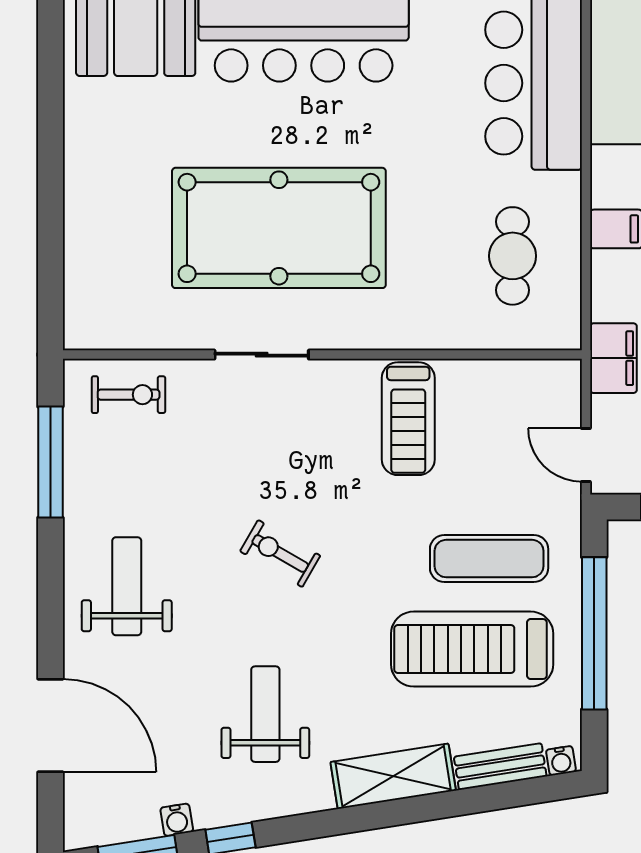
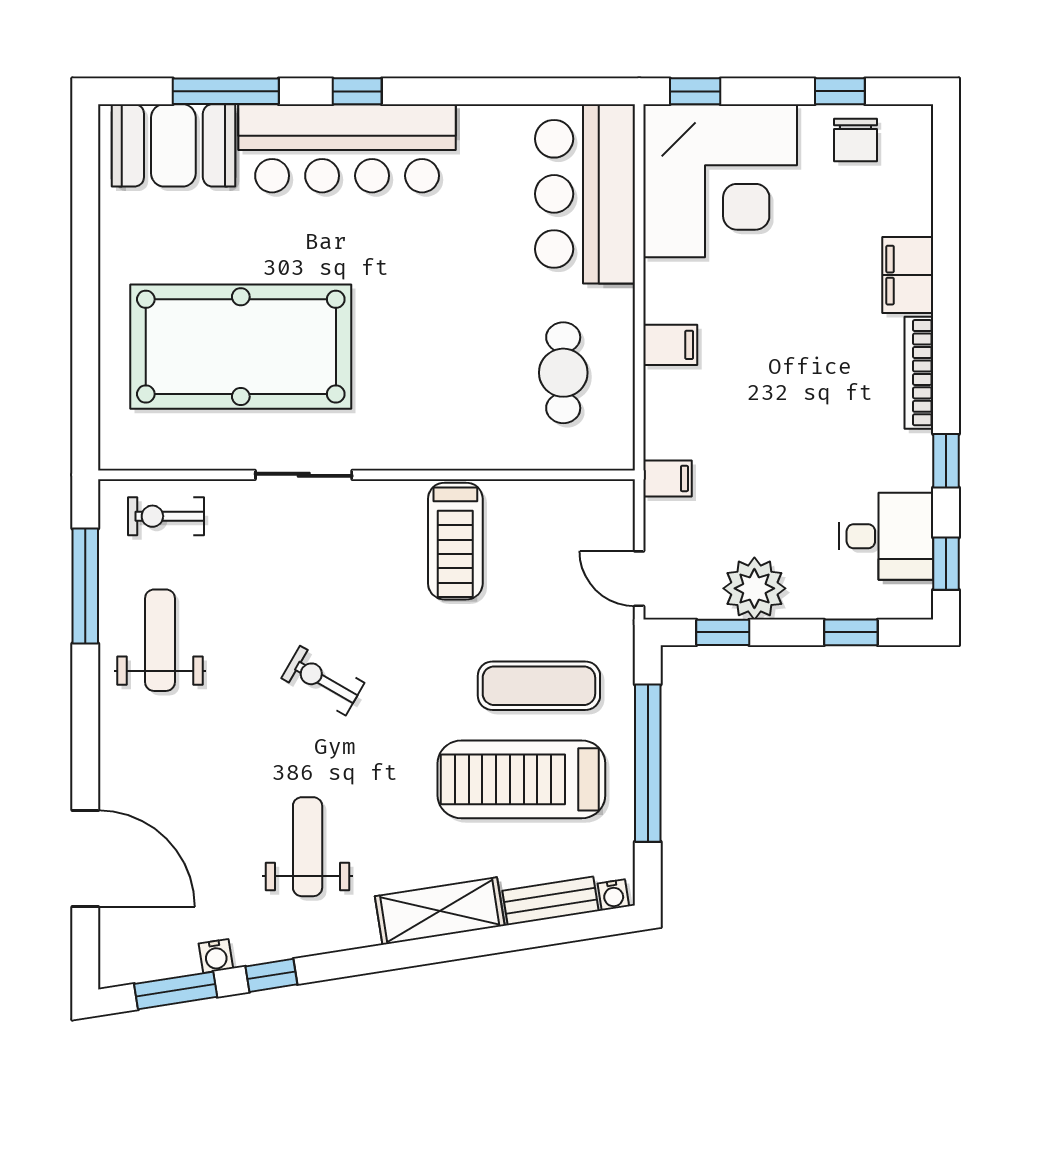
pool table: (279, 228) -> (241, 347), moved
filing cabinet: (613, 358) -> (668, 478), width x0.50
exercise bike: (129, 395) -> (166, 516), turned 180
weight bench: (127, 586) -> (160, 640), moved

